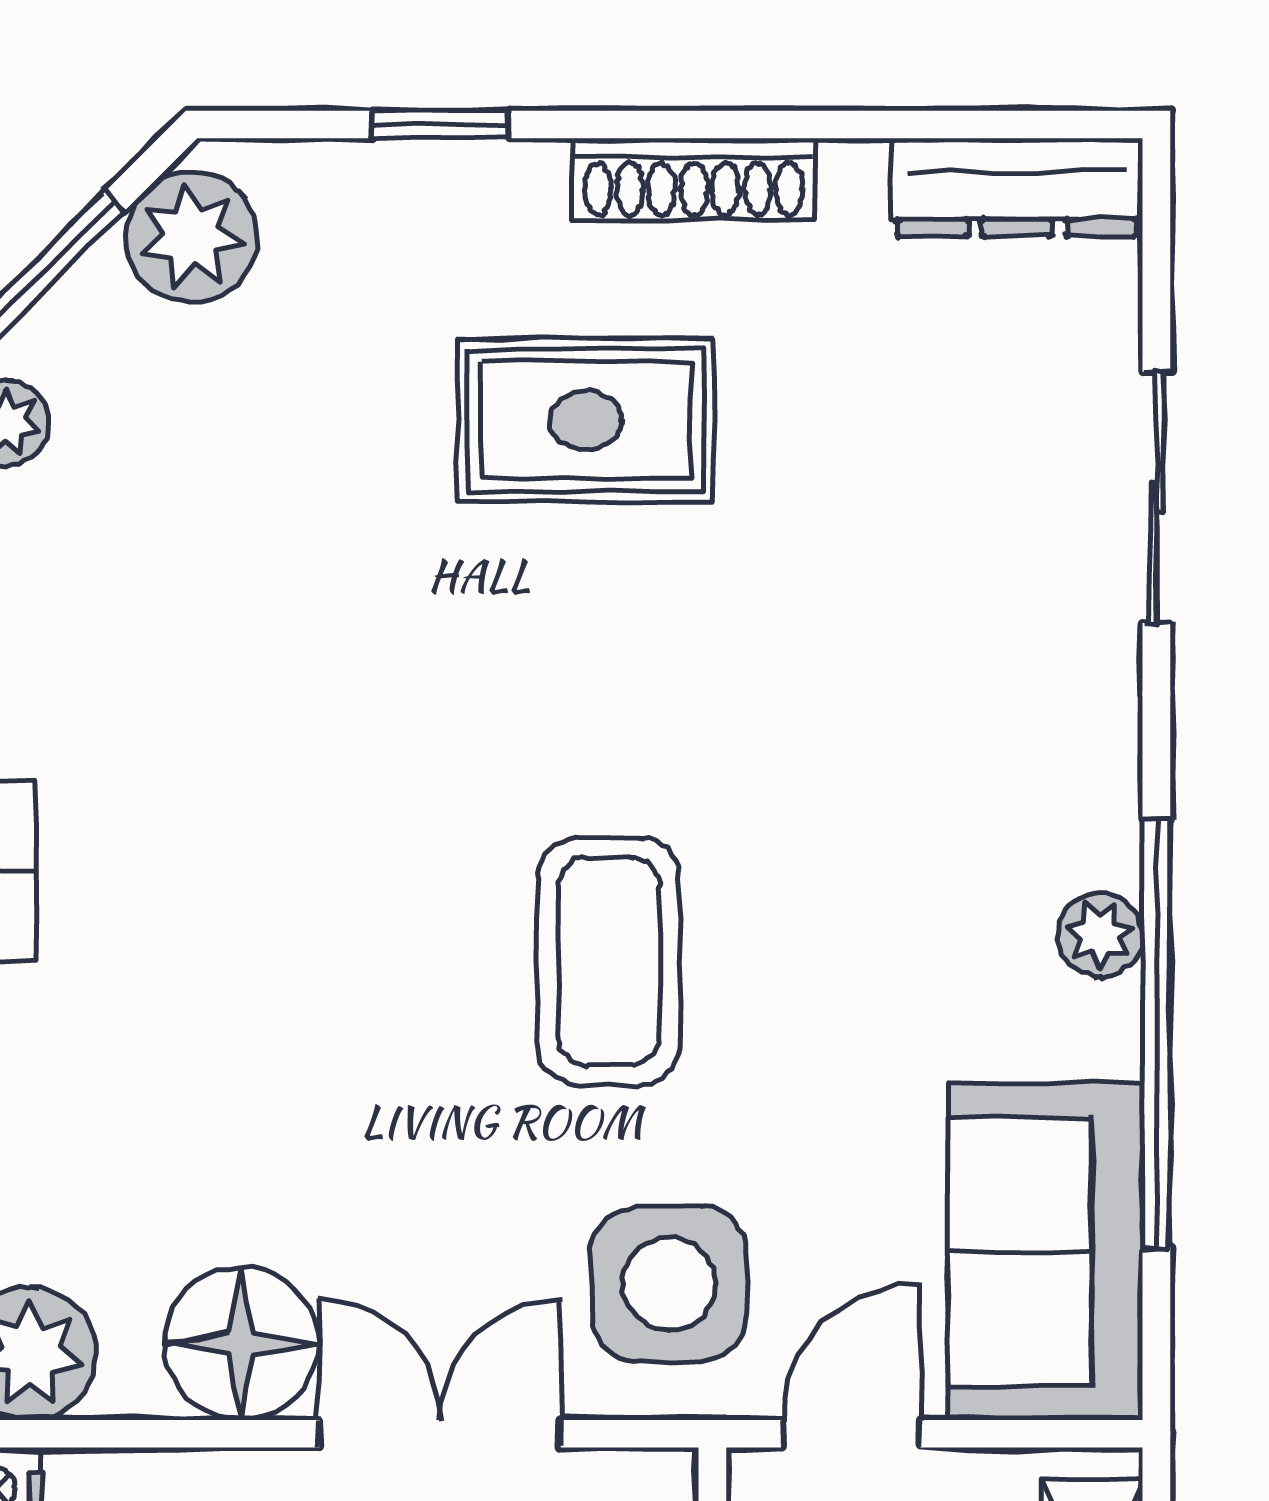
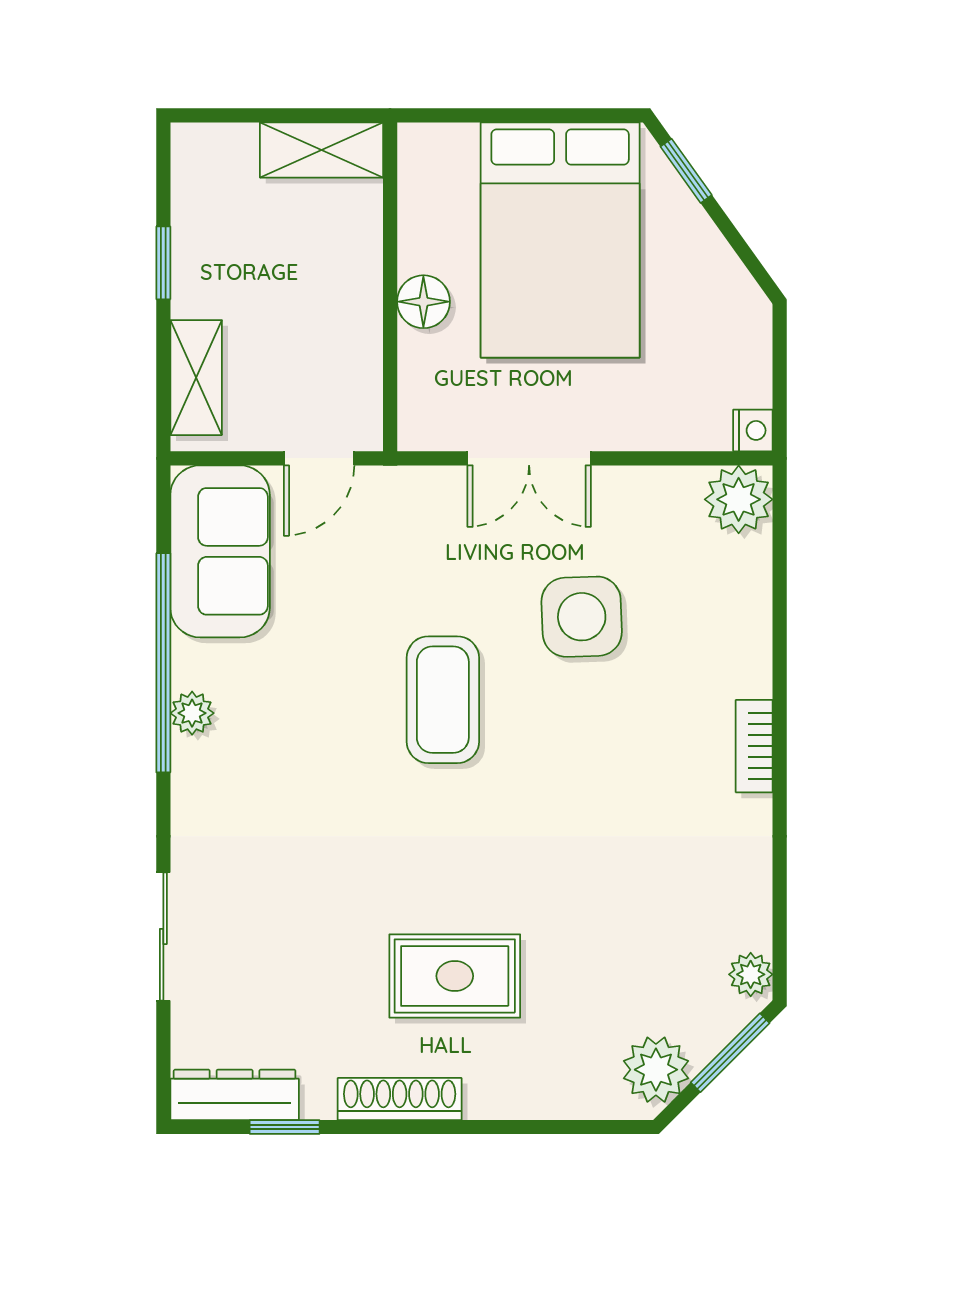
window: (440, 124) -> (285, 1127), moved
side table: (669, 1284) -> (582, 617), moved
floor lamp: (241, 1343) -> (631, 505), removed

